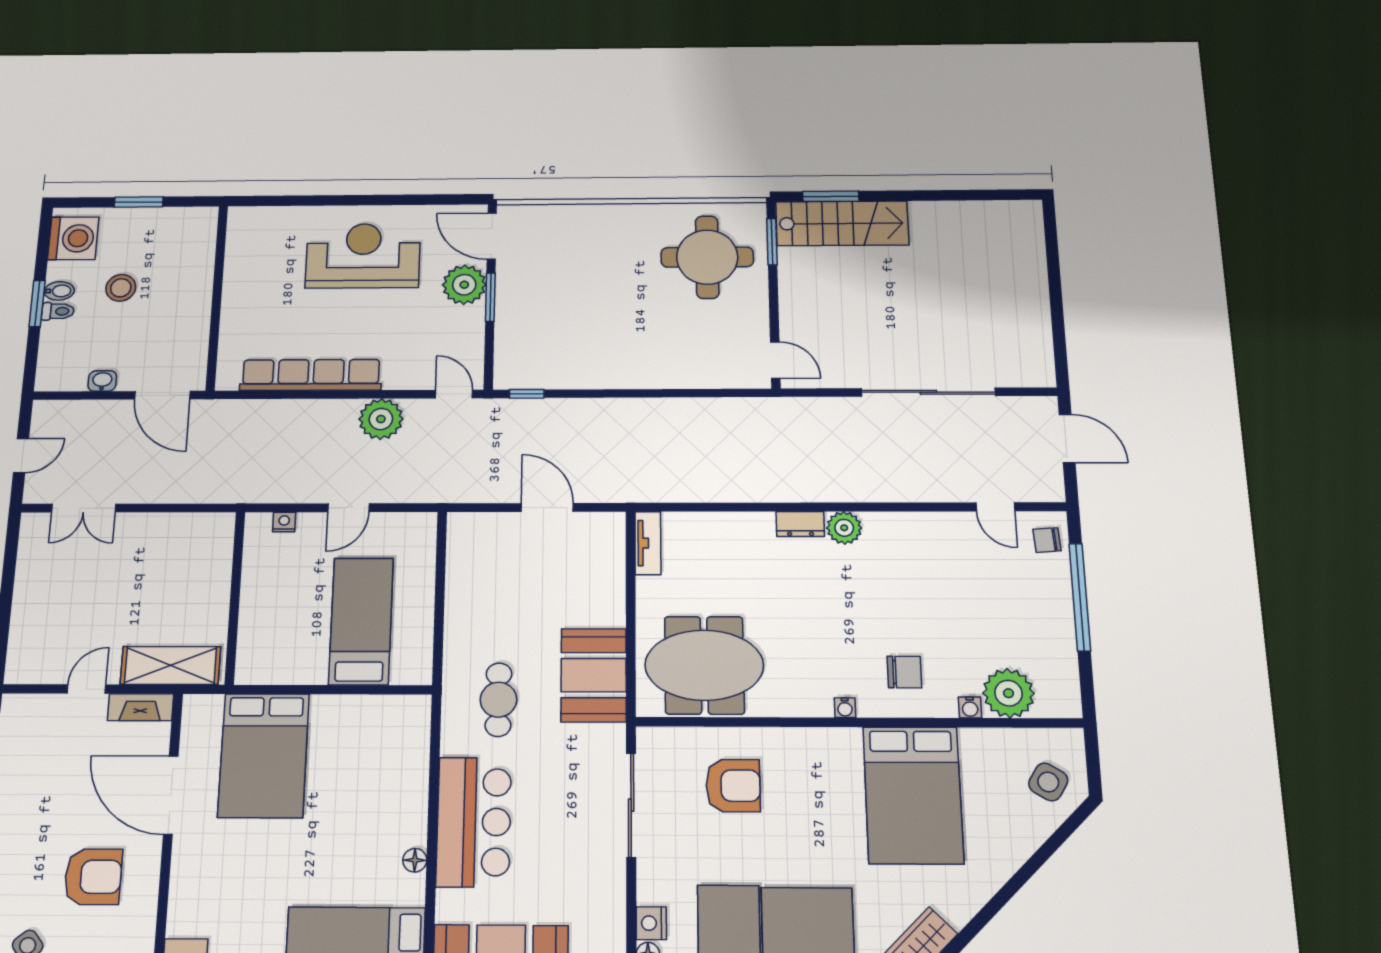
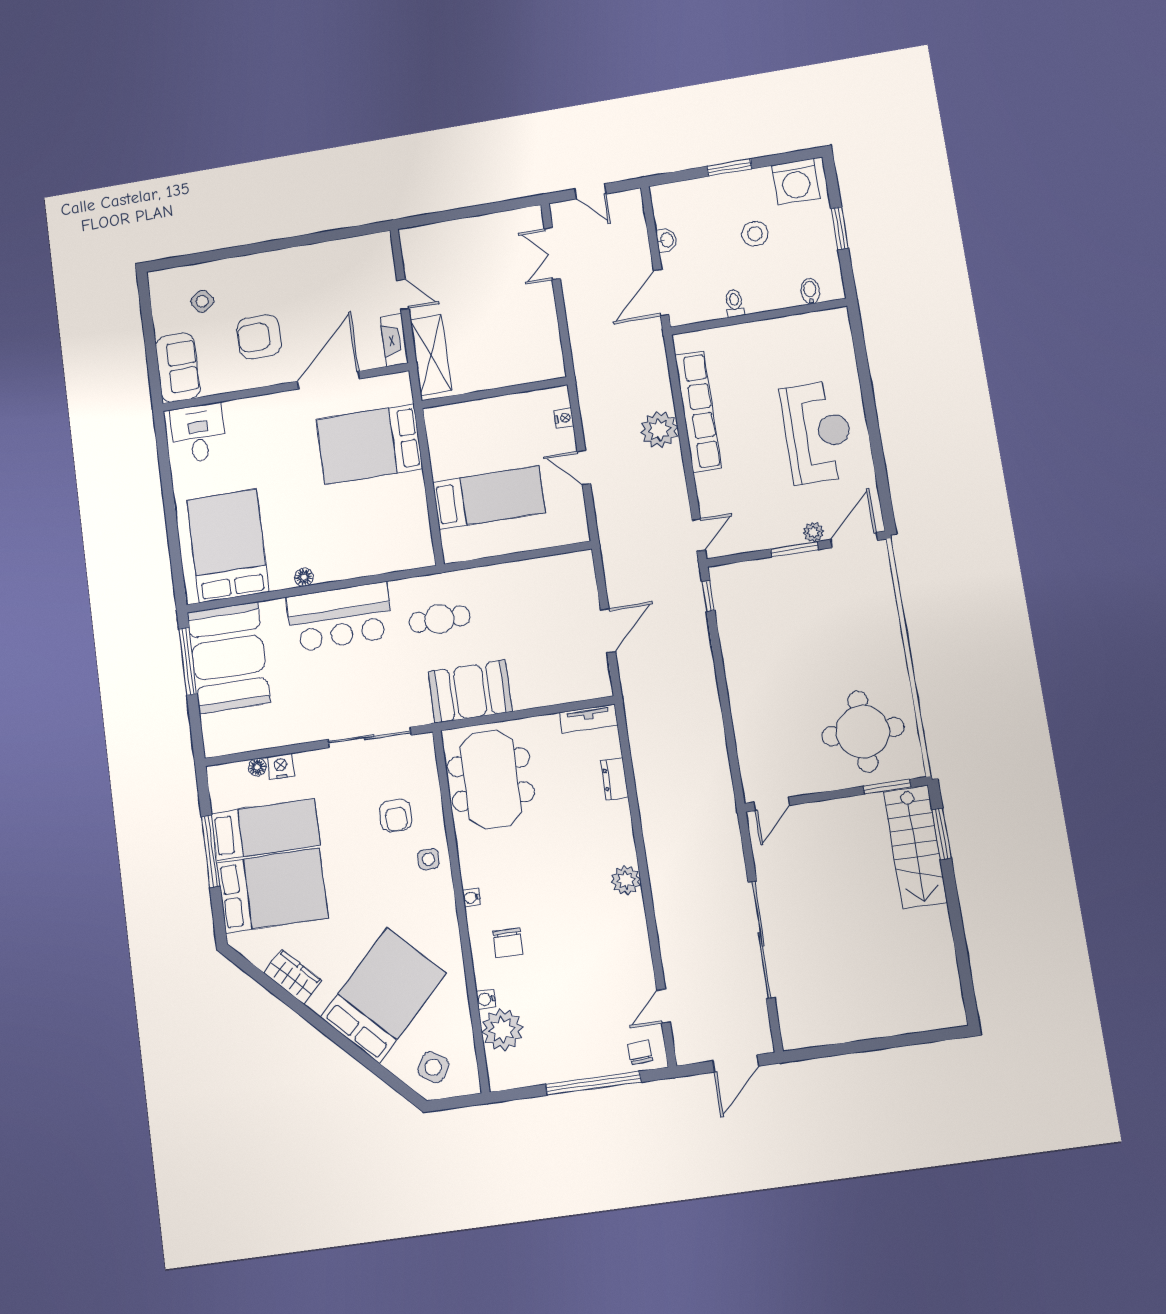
plant: (464, 285) -> (813, 532), width x0.53, depth x0.53
bidet: (59, 291) -> (810, 291), moved, turned 180
toilet: (58, 311) -> (735, 303), moved, turned 180
plant: (381, 419) -> (659, 430), moved
dresser: (800, 524) -> (615, 779), moved
side table: (792, 753) -> (429, 859), added
armchair: (733, 786) -> (396, 815), width x0.72, depth x0.72
bed: (913, 795) -> (383, 995), moved, turned 135
armchair: (93, 877) -> (259, 337), turned 90

